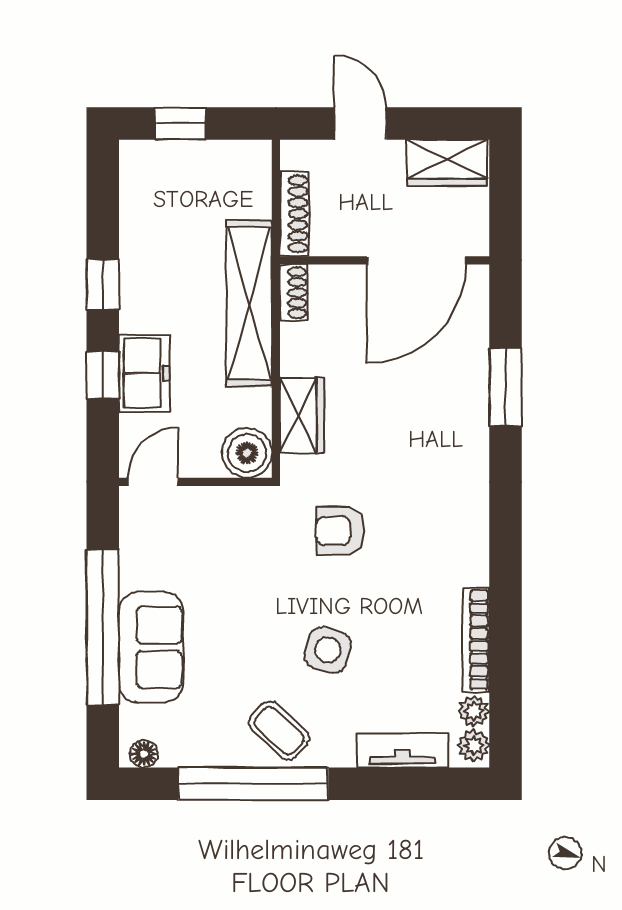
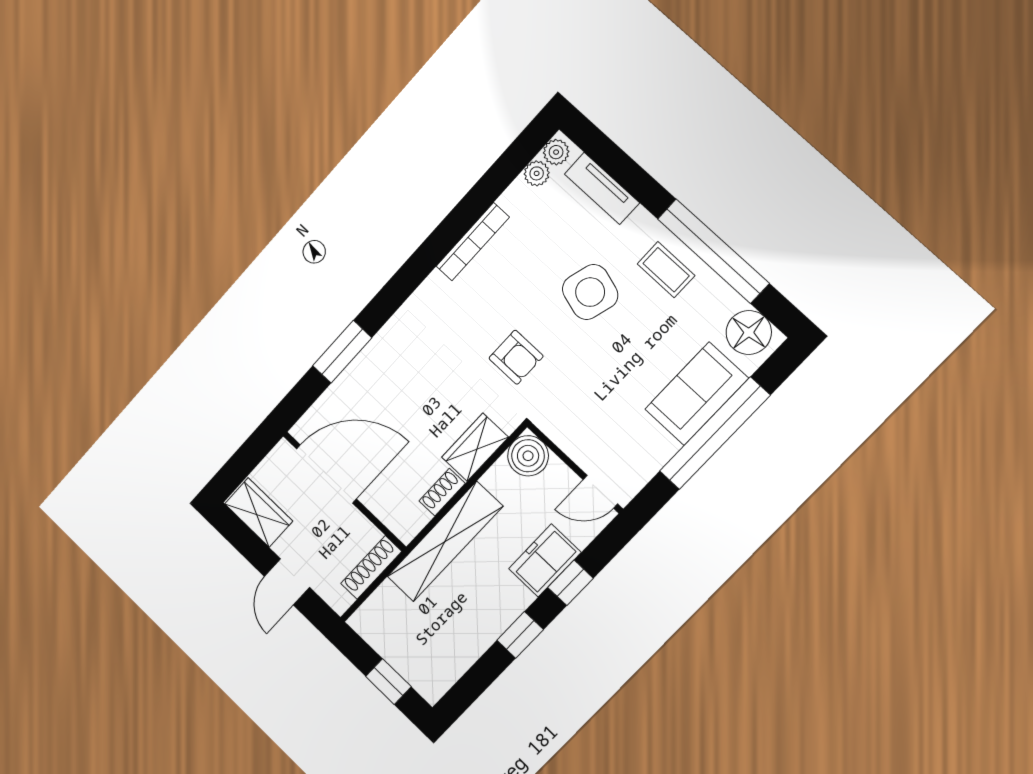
shoe rack: (294, 293) -> (442, 492), moved
bookcase: (476, 640) -> (473, 242), moved
side table: (328, 650) -> (590, 292), width x1.37, depth x1.37
coffee table: (279, 730) -> (666, 270), turned -43
floor lamp: (144, 754) -> (749, 333), width x1.89, depth x1.89

